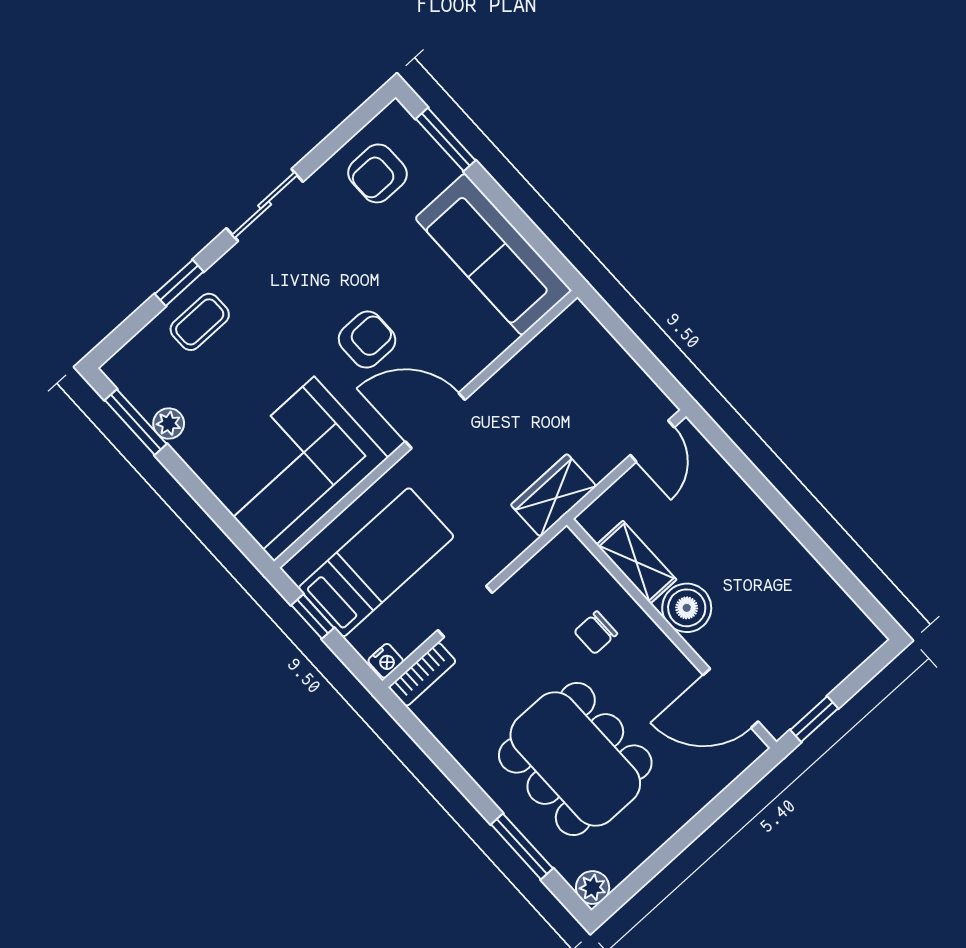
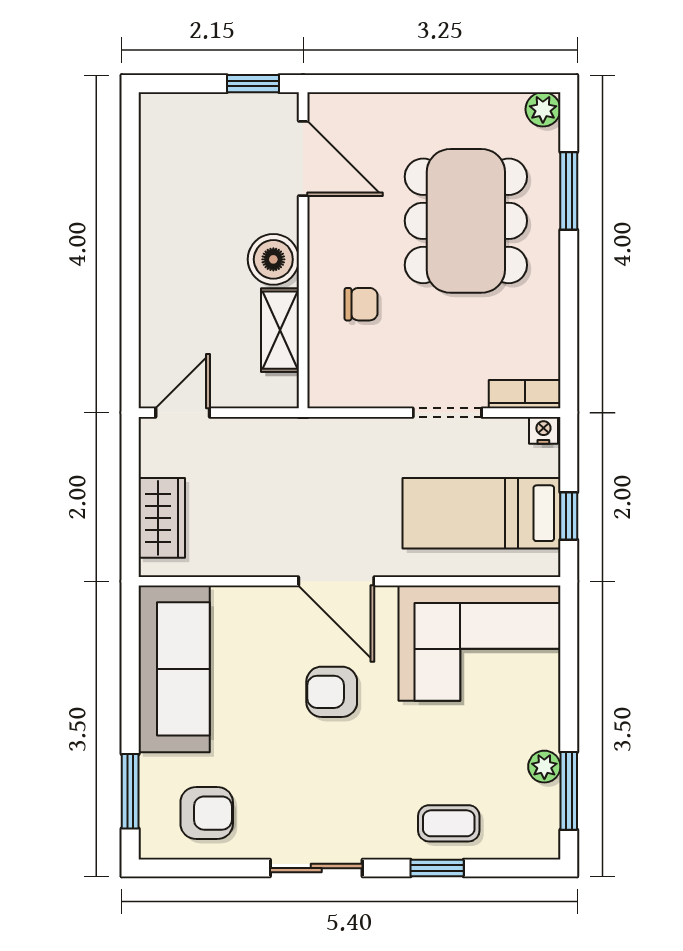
wardrobe: (554, 495) -> (162, 518), moved, turned -90

